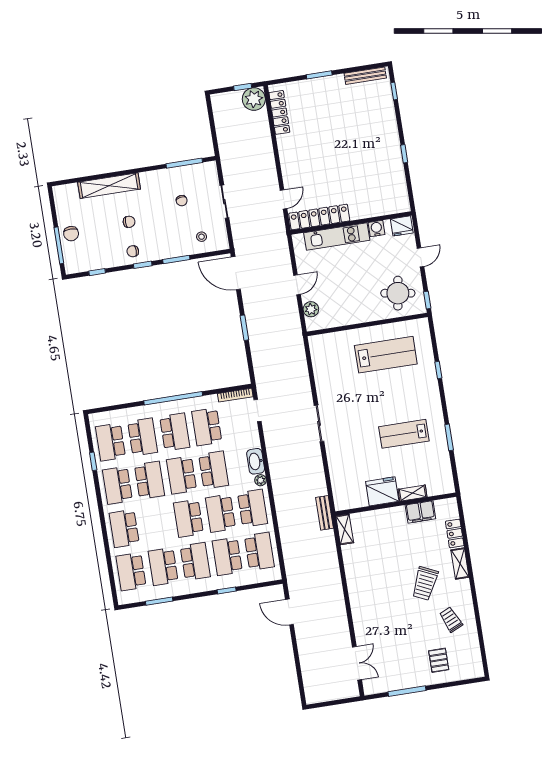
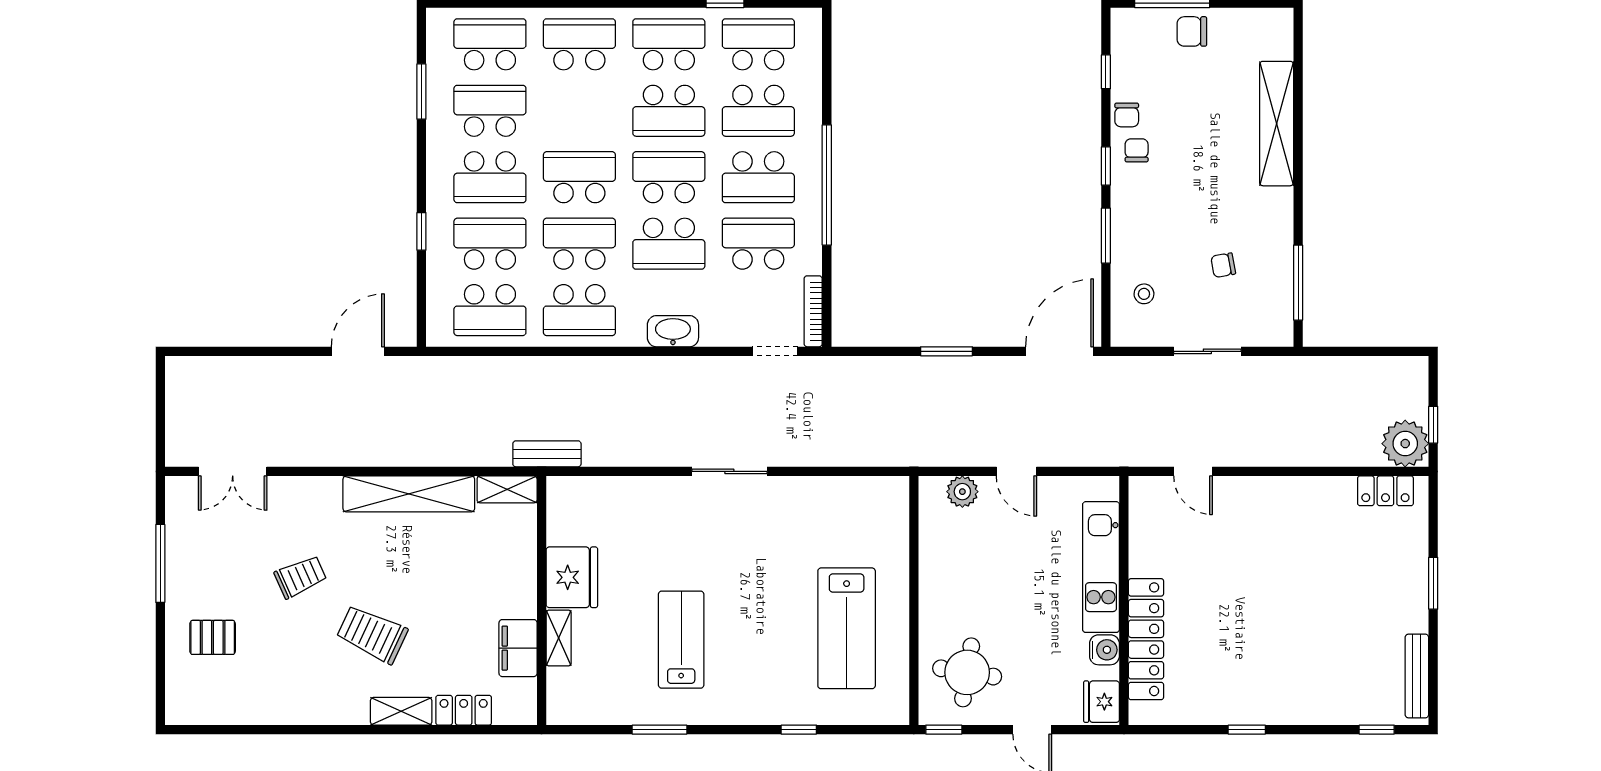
locker: (279, 112) -> (1385, 491), width x0.66
locker: (319, 217) -> (1146, 639), moved
chair: (129, 222) -> (1127, 115), moved
plant: (261, 480) -> (633, 335), removed
shelving: (354, 576) -> (409, 494), added
trolley: (451, 620) -> (300, 577), moved

